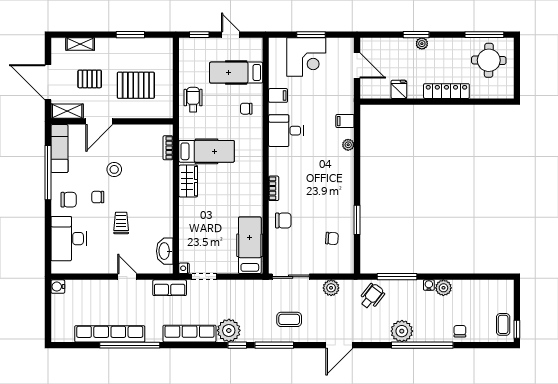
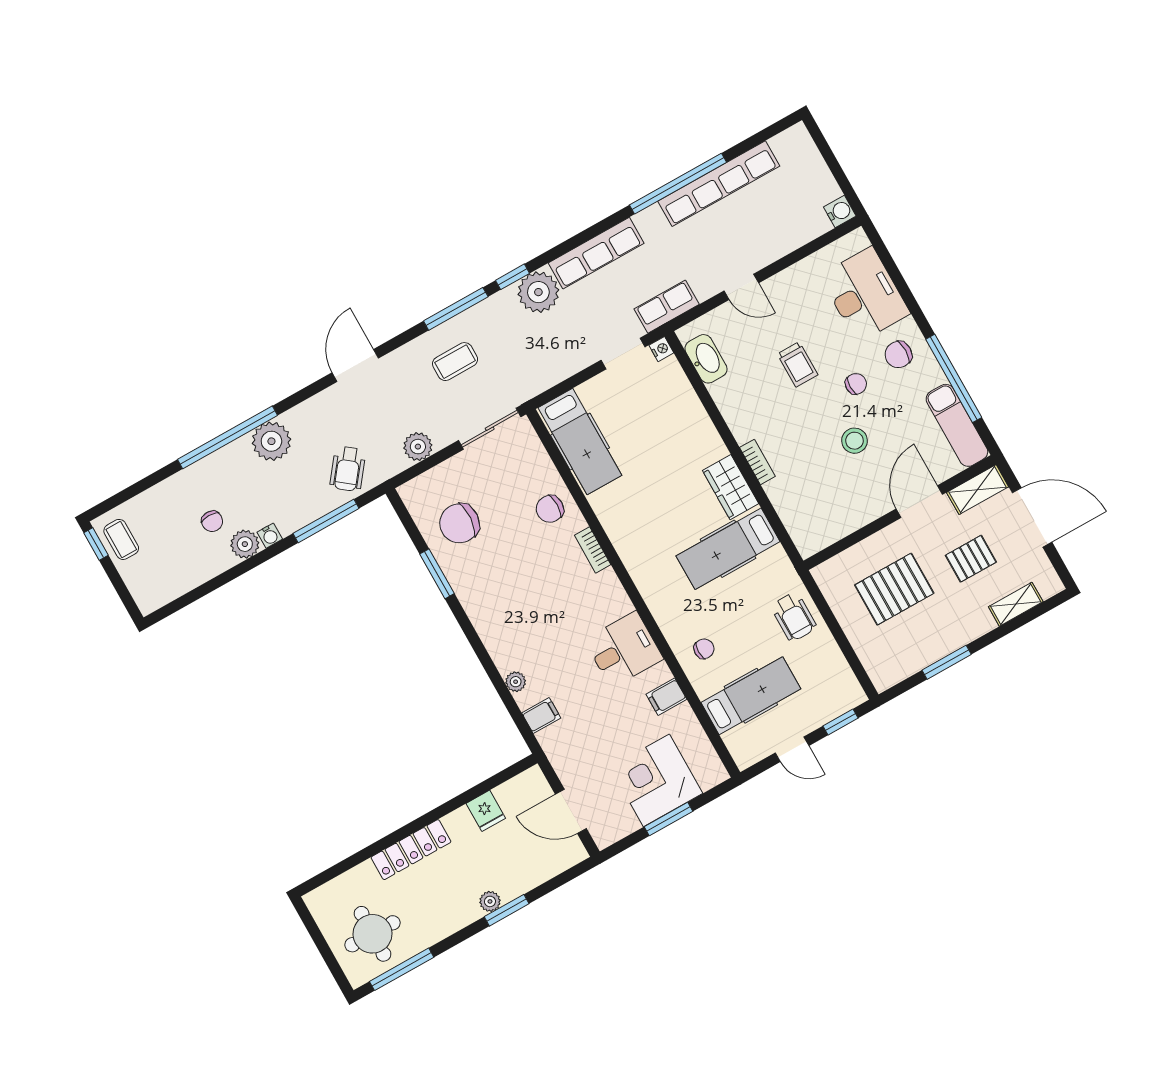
bookcase: (168, 148) -> (757, 462), moved
chair: (332, 238) -> (459, 523), width x1.87, depth x1.87
chair: (460, 331) -> (212, 521), moved

